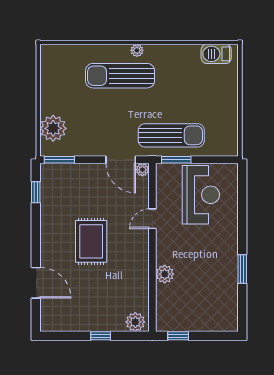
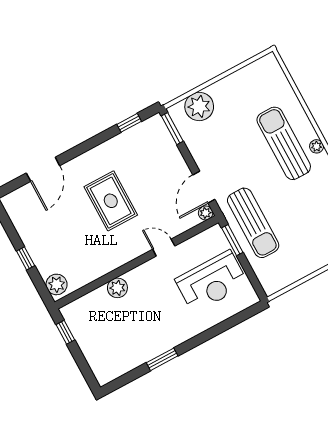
rug: (91, 241) -> (111, 201), turned 90

